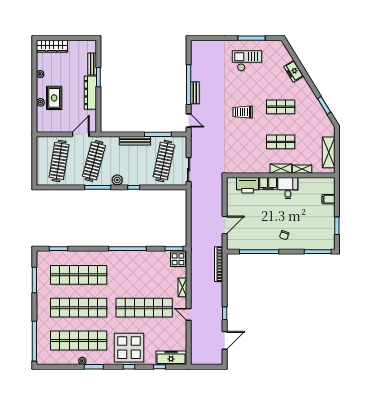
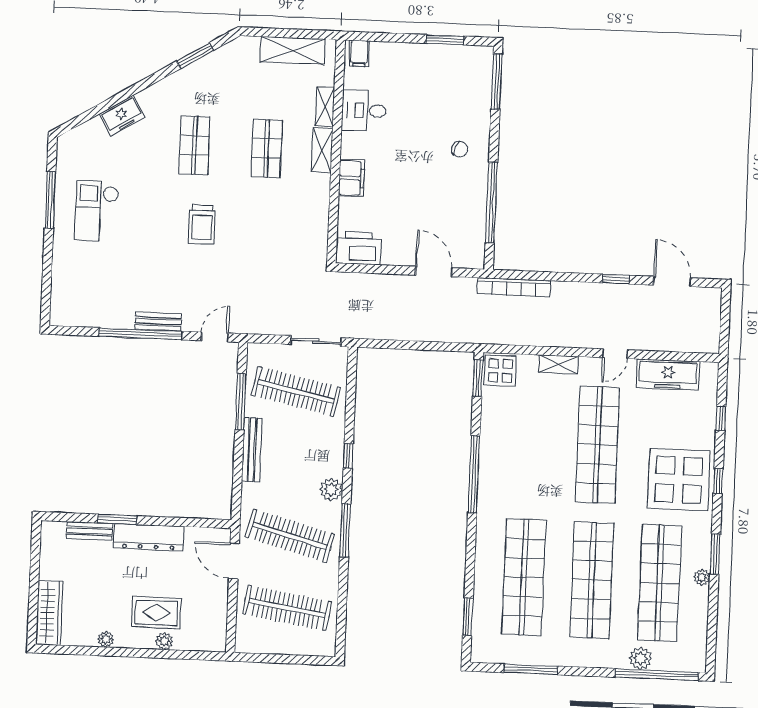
printer: (248, 185) -> (359, 248), moved, turned -90
desk: (288, 188) -> (364, 110), moved
filing cabinet: (328, 199) -> (359, 53), moved
plant: (42, 333) -> (640, 658), added
freezer: (171, 358) -> (668, 374), moved, turned -90

